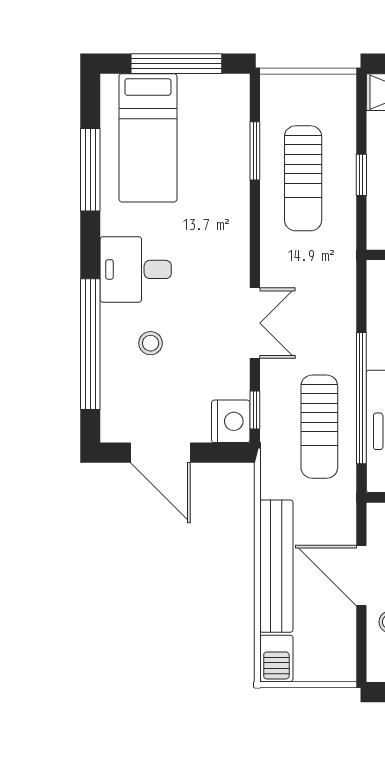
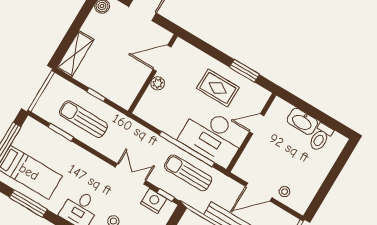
sun lounger: (303, 178) -> (83, 119), turned 180
nightstand: (231, 421) -> (154, 201), moved
sun lounger: (319, 427) -> (188, 173), turned 180

